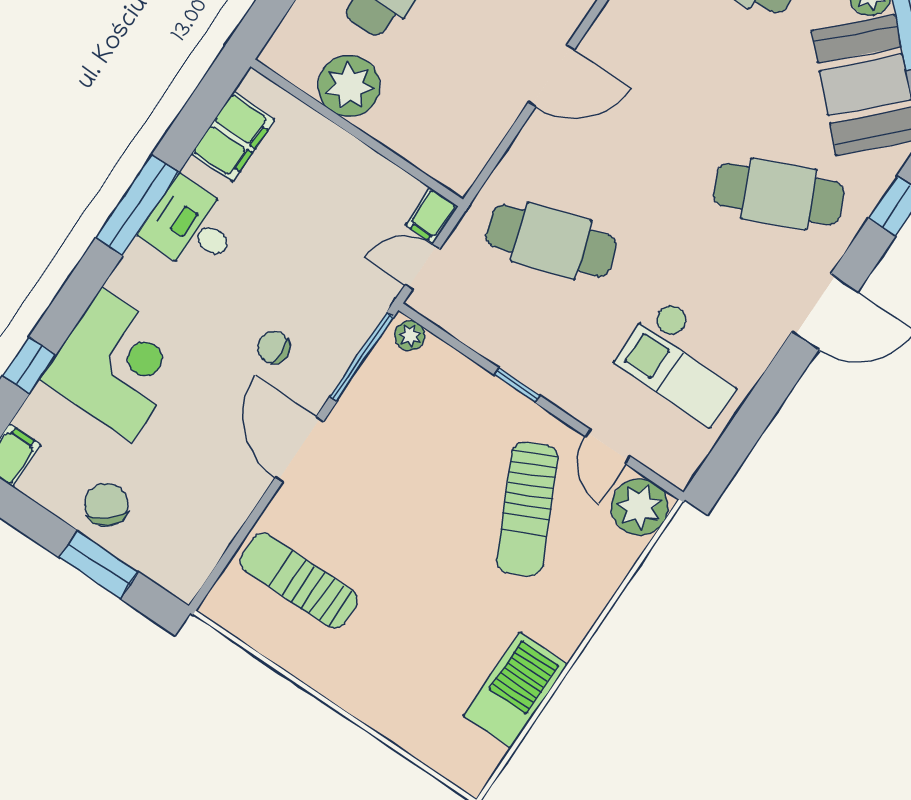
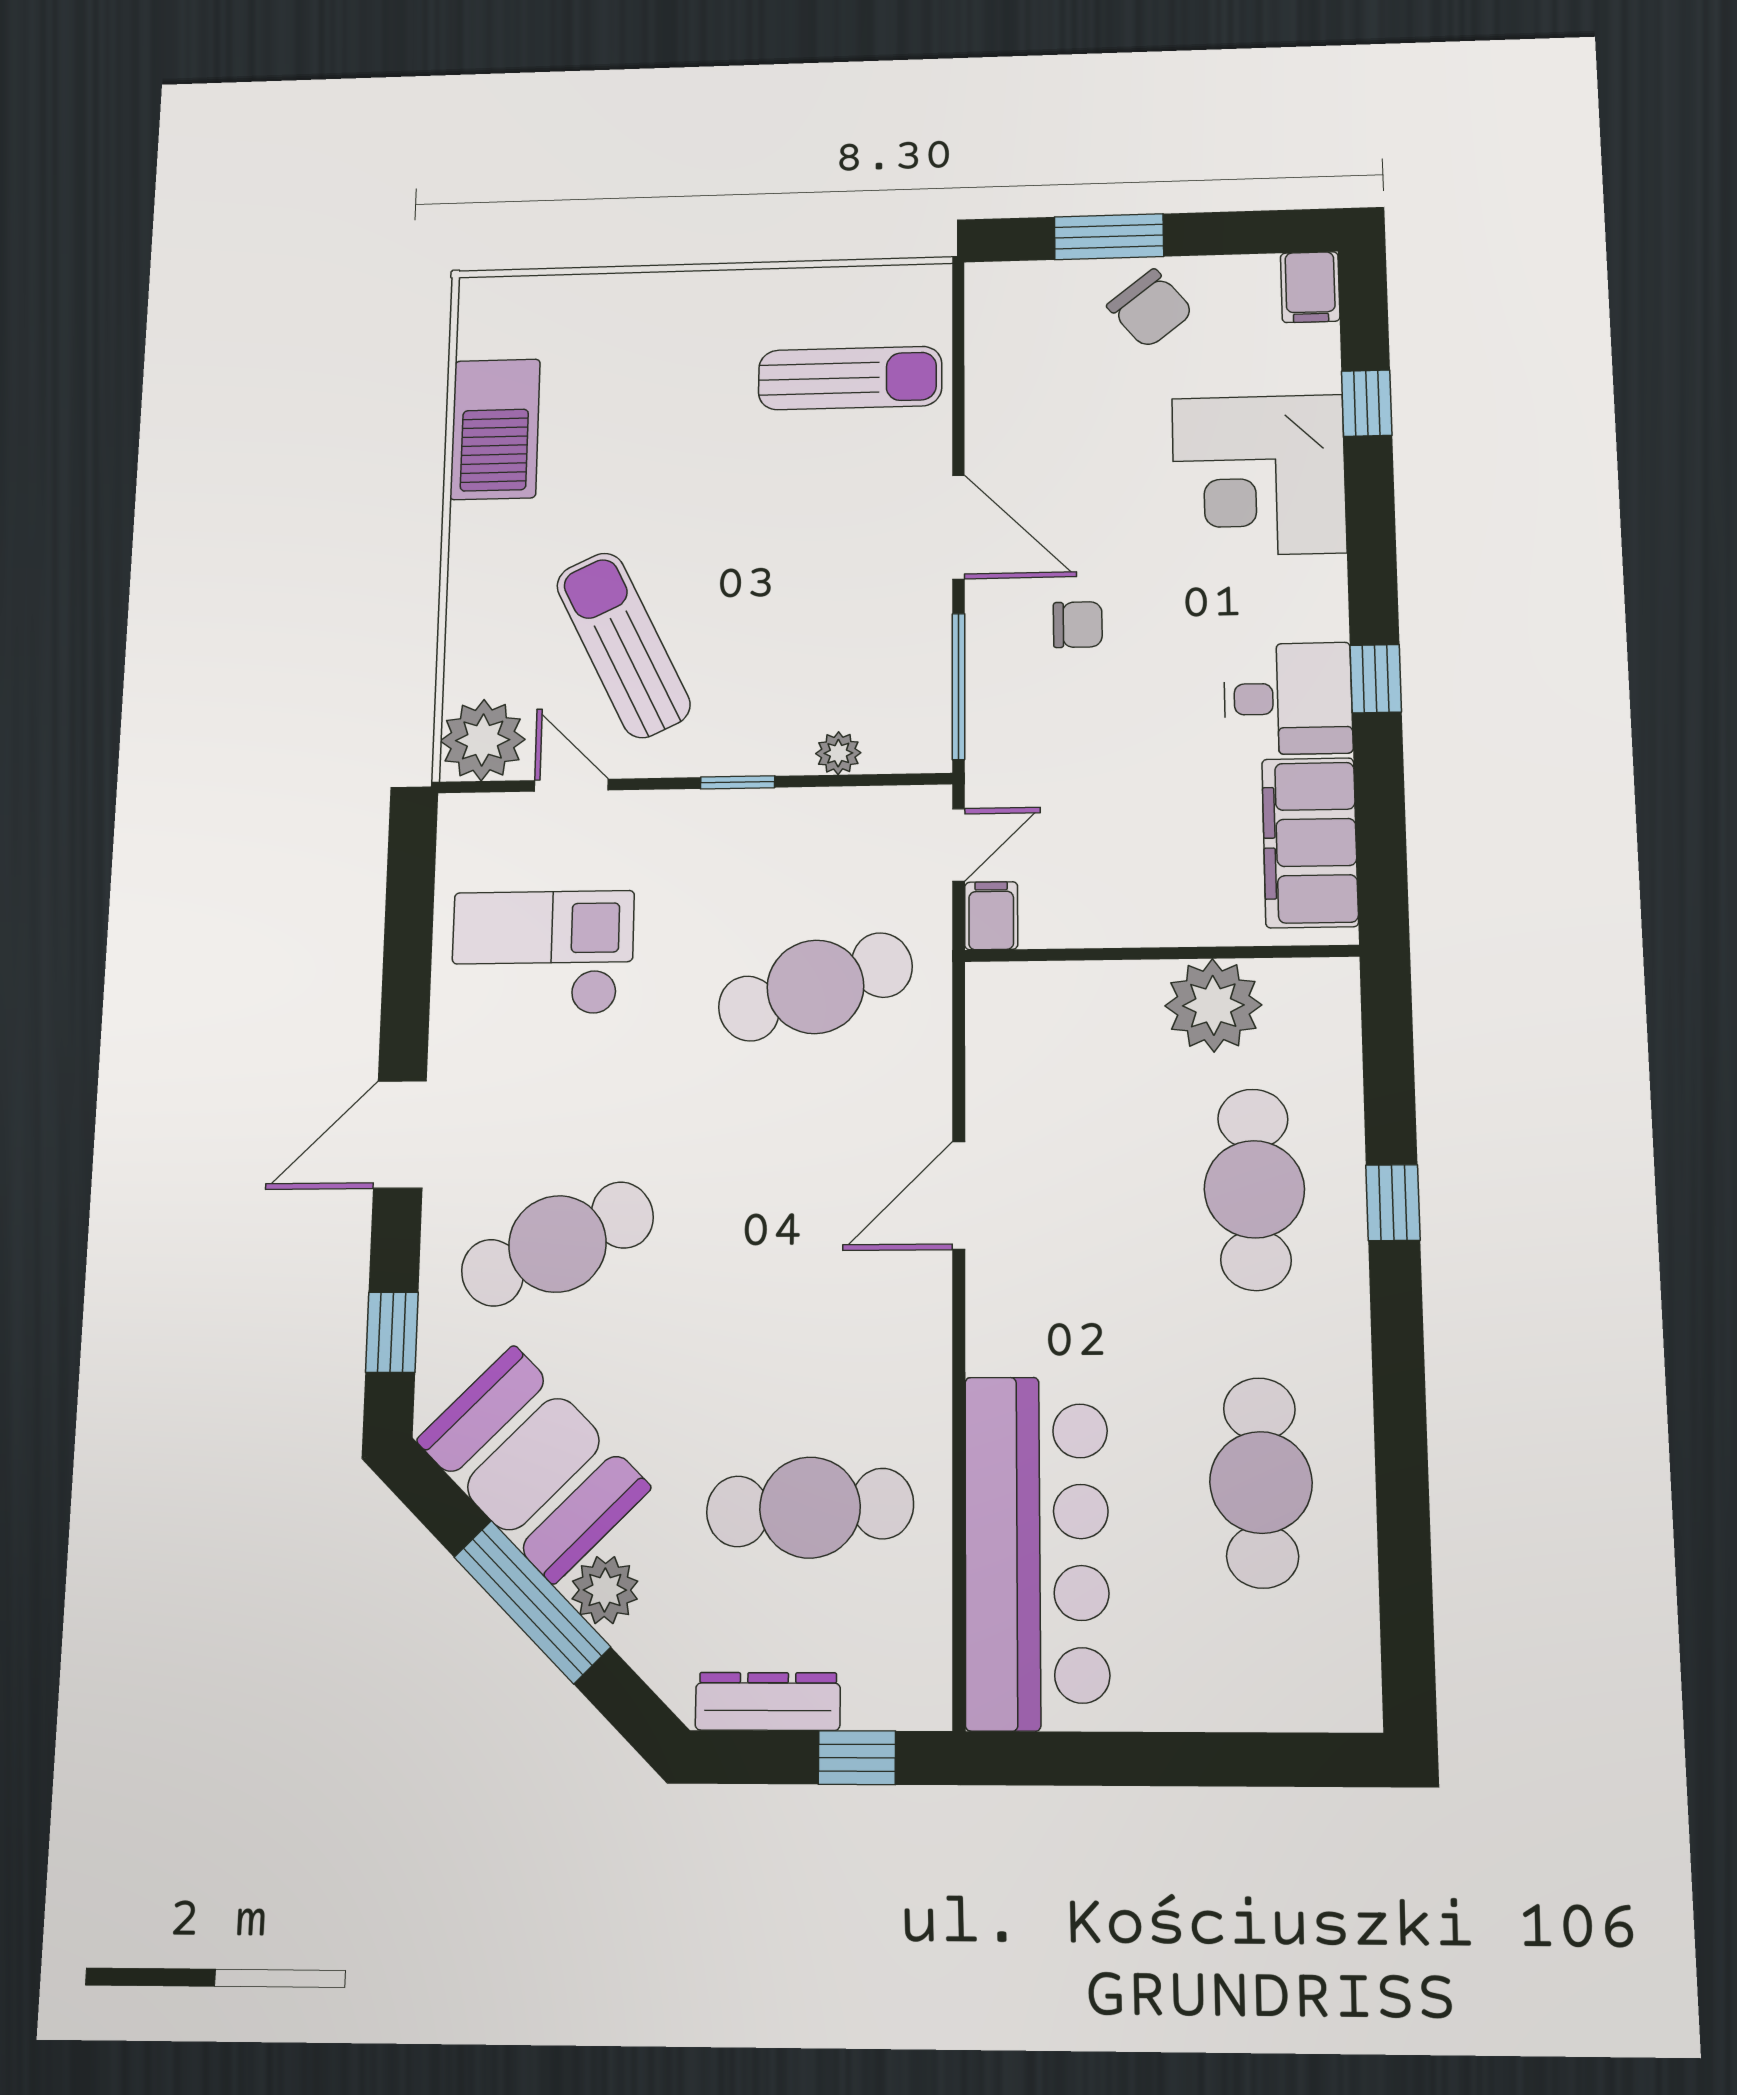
filing cabinet: (233, 137) -> (1310, 843), width x1.50, depth x1.17
window: (137, 205) -> (1376, 679), width x0.46
plant: (410, 336) -> (838, 753), moved

